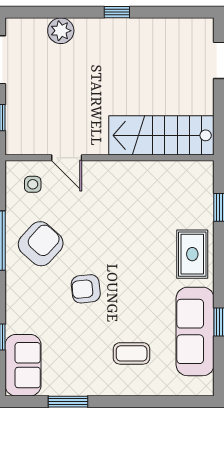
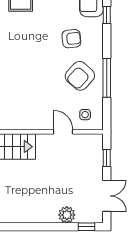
window: (117, 12) -> (86, 227), moved
armchair: (86, 289) -> (71, 39), moved

